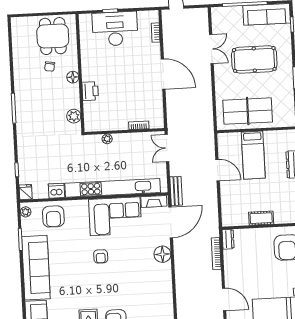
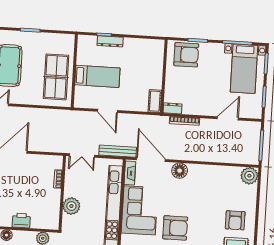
plant: (107, 139) -> (71, 206), width x1.87, depth x1.87
door: (218, 170) -> (107, 111), swing flipped
bench: (176, 191) -> (118, 151), width x1.36
cot: (261, 218) -> (155, 101), moved
armchair: (101, 256) -> (175, 228), width x1.88, depth x1.88

